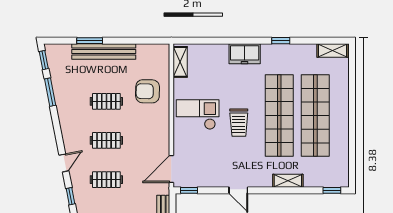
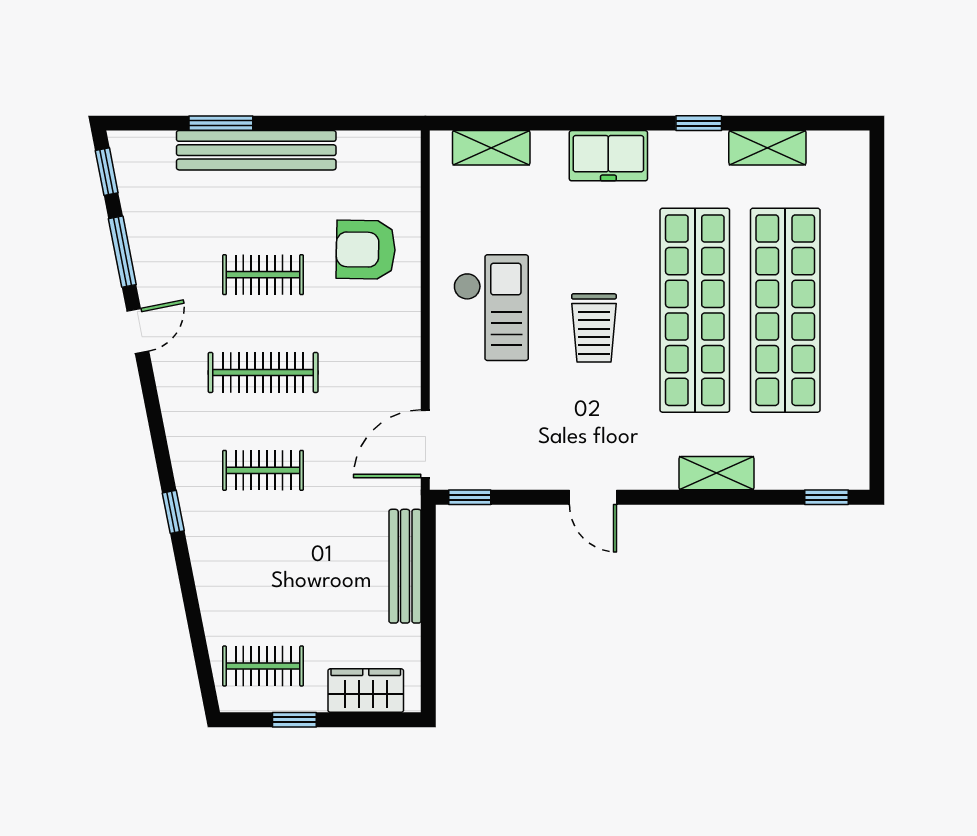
shelving: (332, 51) -> (767, 148), moved
shelving: (180, 62) -> (491, 148), moved, turned 90
checkout: (198, 115) -> (491, 308), turned 90
clothes rail: (106, 140) -> (263, 372), width x1.36
door: (64, 163) -> (138, 331), moved

